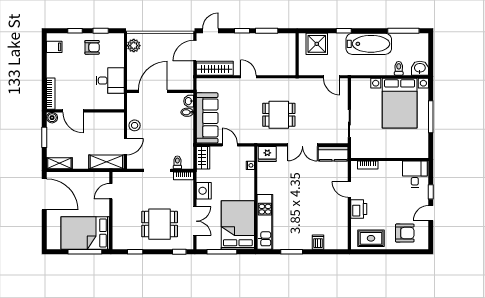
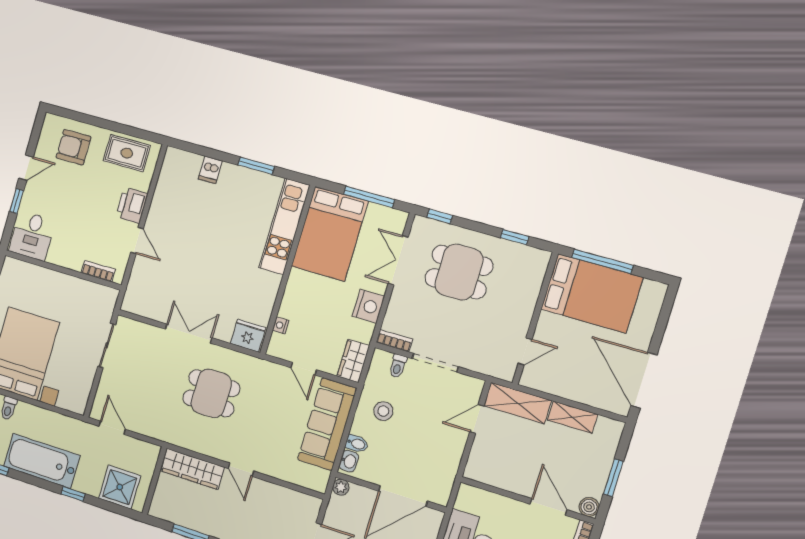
wardrobe: (215, 68) -> (193, 469), moved
plant: (189, 85) -> (341, 487), added
stool: (135, 125) -> (383, 411), moved
kitchen counter: (333, 154) -> (145, 305), removed
shelving: (59, 163) -> (573, 417), moved

